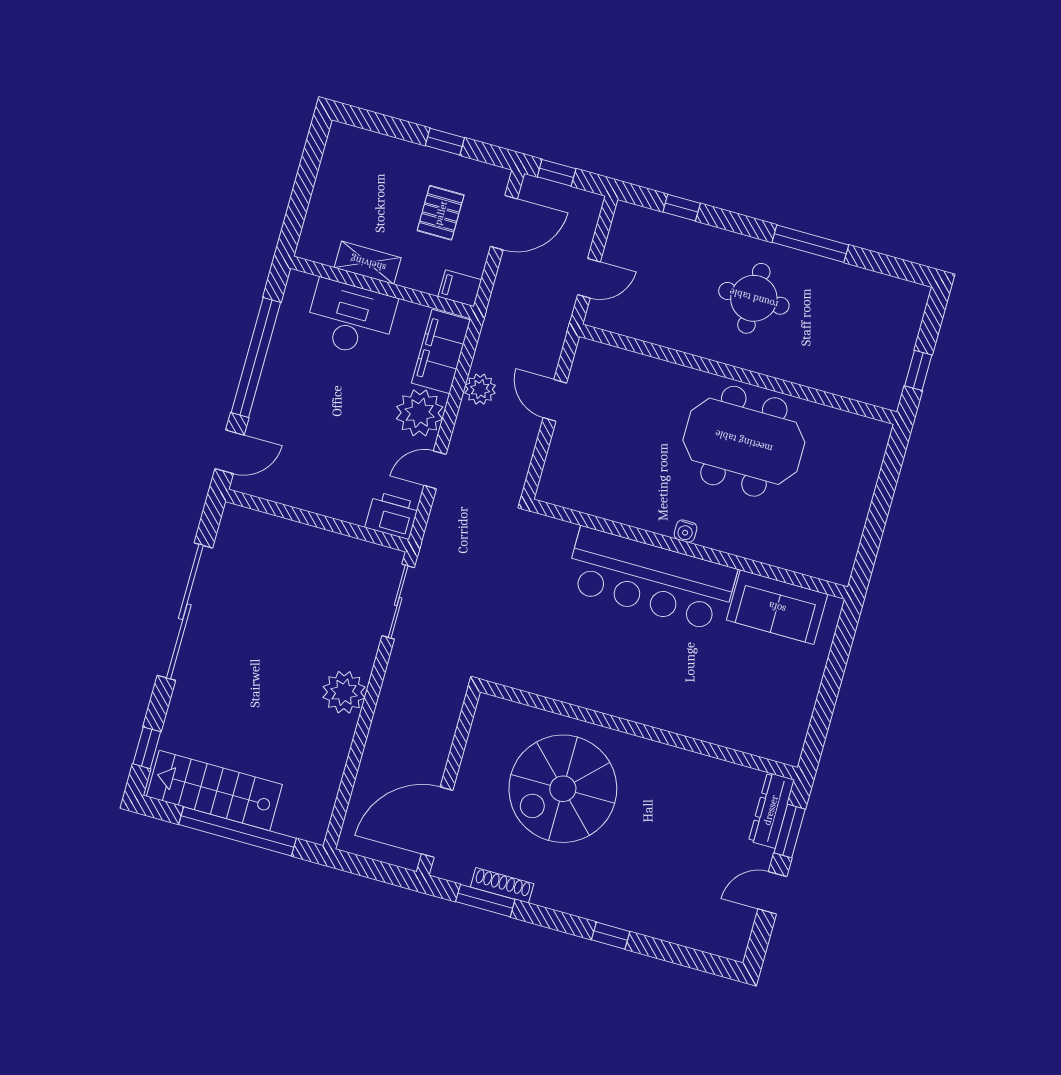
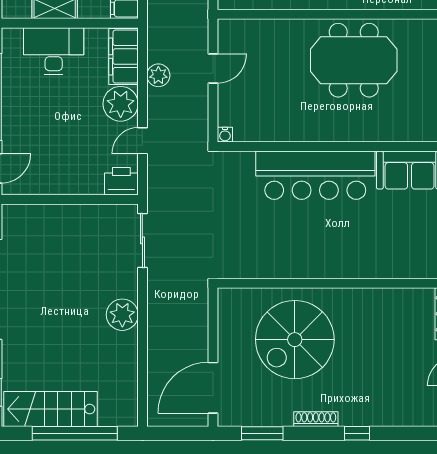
door: (555, 400) -> (213, 69), swing flipped
water cooler: (686, 531) -> (225, 135), moved
shoe rack: (502, 885) -> (316, 419), moved

